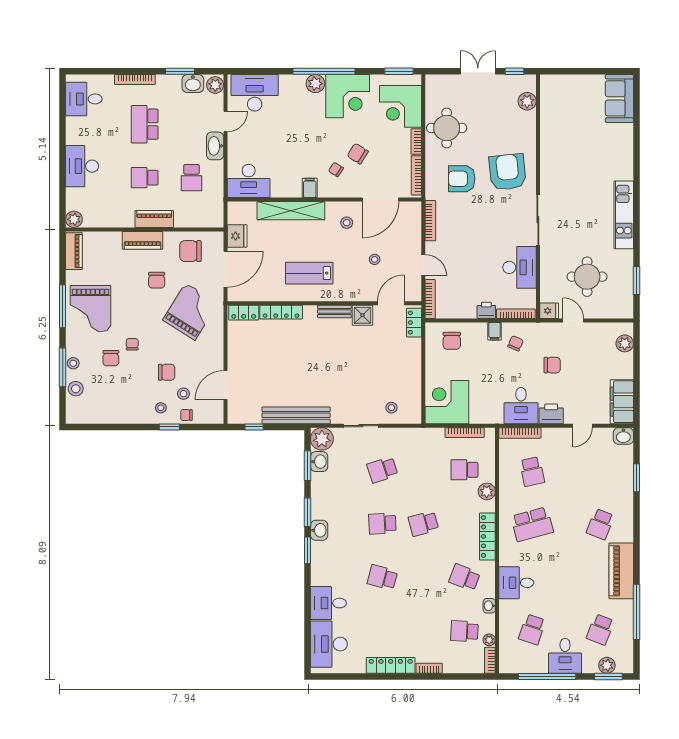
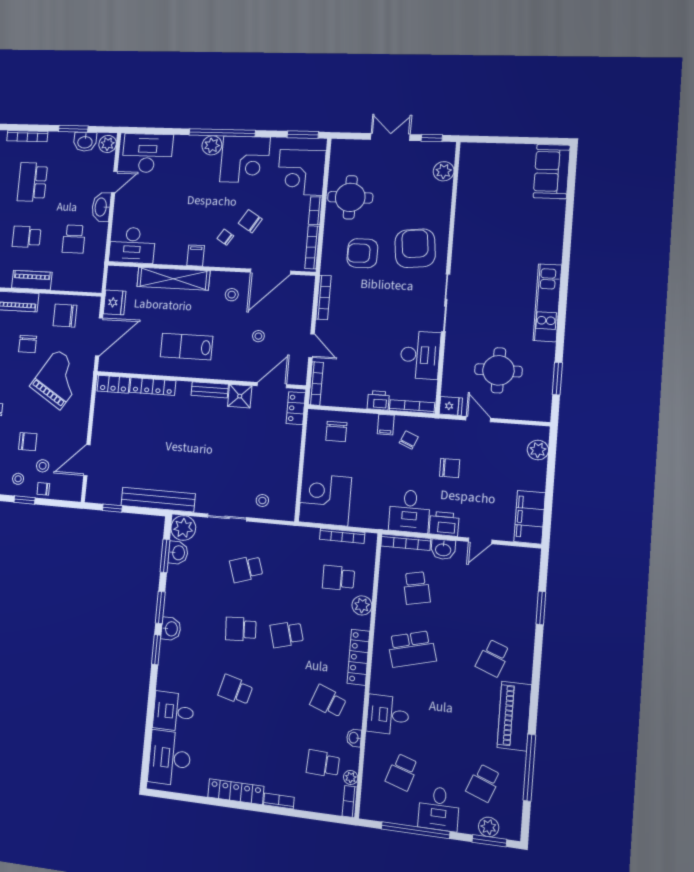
washbasin: (623, 436) -> (443, 549), moved

